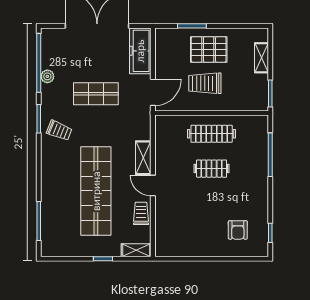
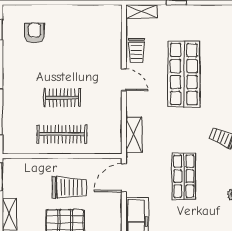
shop shelf: (96, 94) -> (184, 176), turned 90
shelving: (143, 158) -> (134, 135), moved
shop shelf: (96, 191) -> (184, 74), width x0.71

